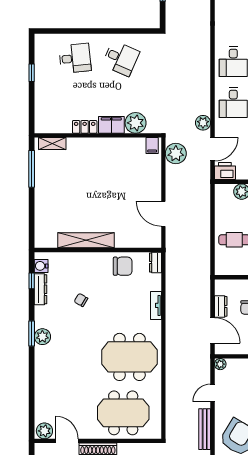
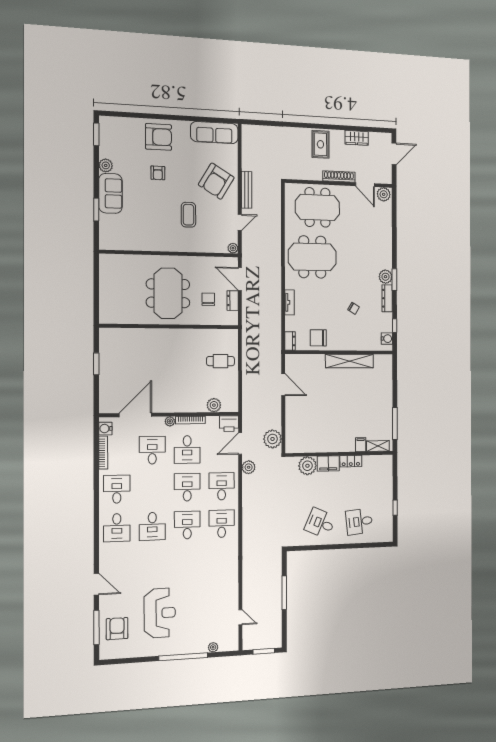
filing cabinet: (152, 145) -> (361, 445), moved
dresser: (41, 289) -> (387, 298), moved

